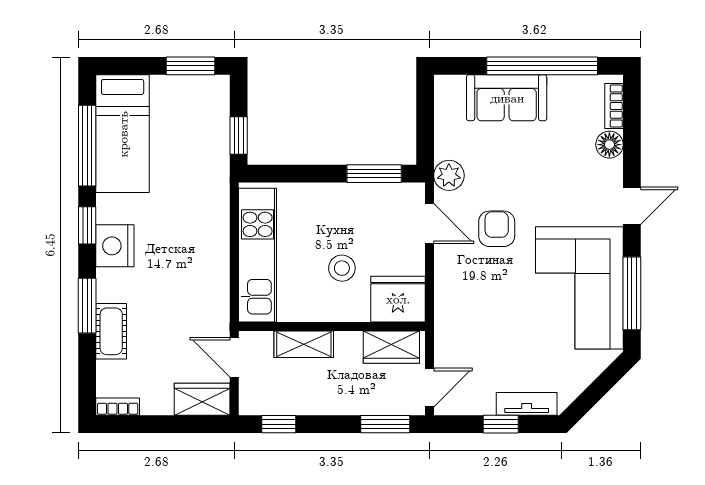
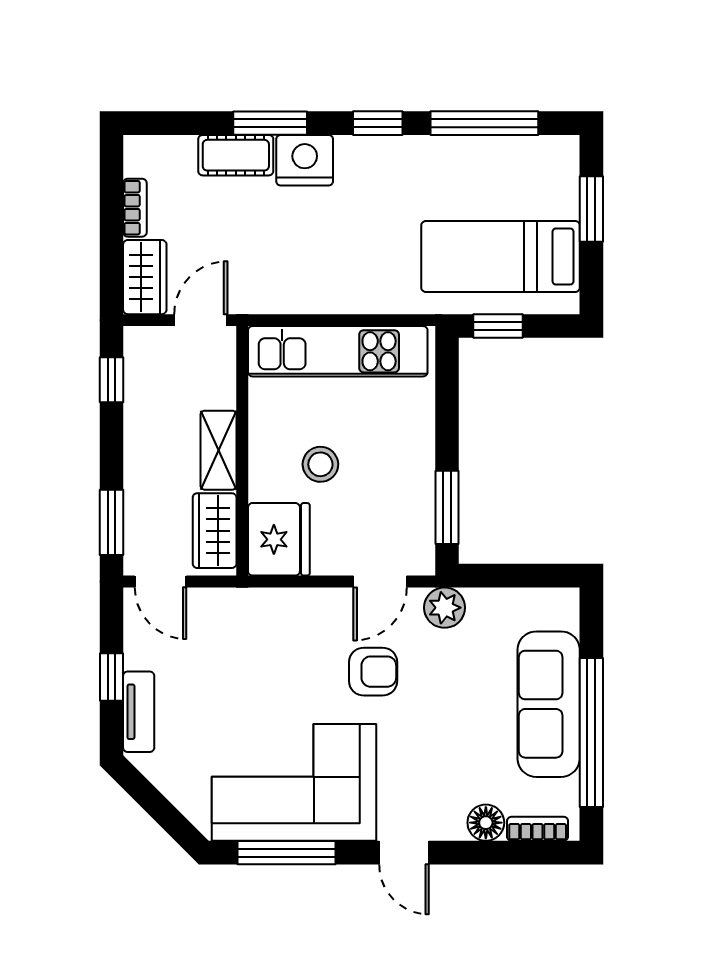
window: (191, 66) -> (591, 209), moved
sofa: (507, 98) -> (549, 704), width x1.36
bed: (123, 134) -> (501, 256), moved
nightstand: (115, 246) -> (305, 160), moved
shelving: (304, 344) -> (218, 450), moved
bookcase: (118, 407) -> (135, 208), moved

